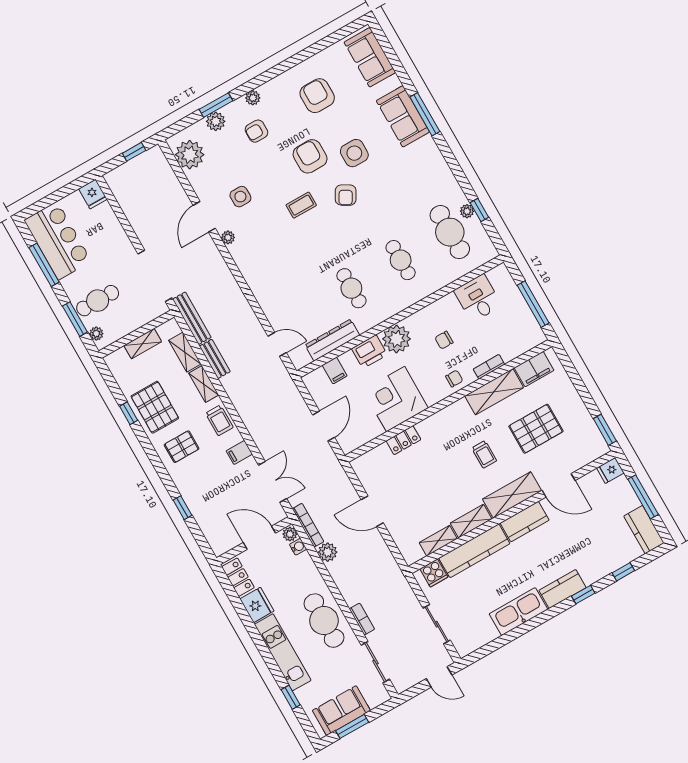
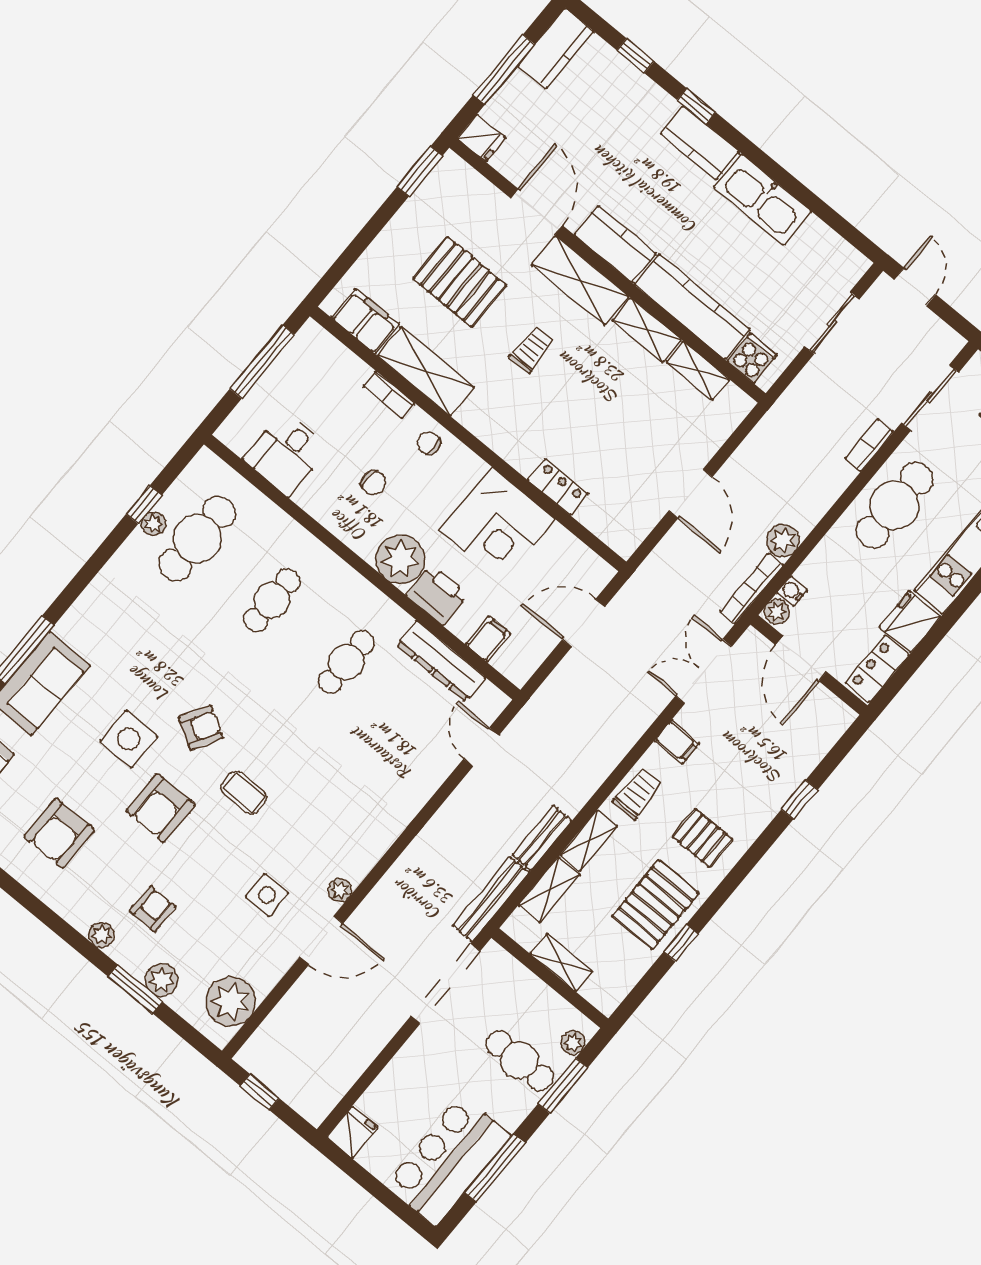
armchair: (256, 131) -> (152, 909), turned -90

